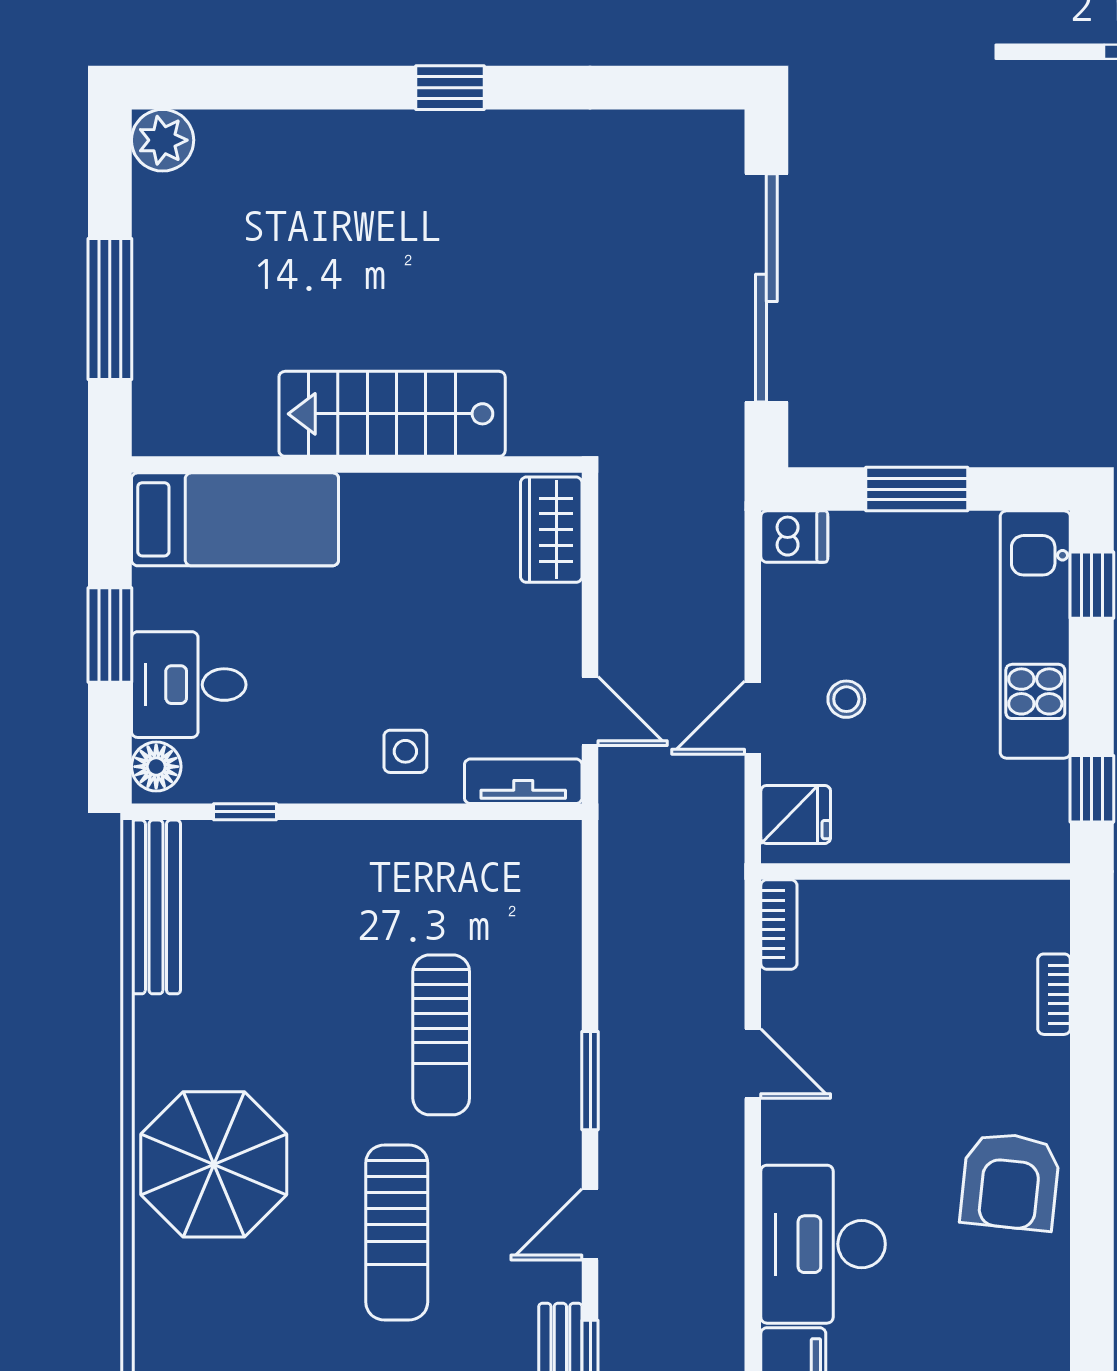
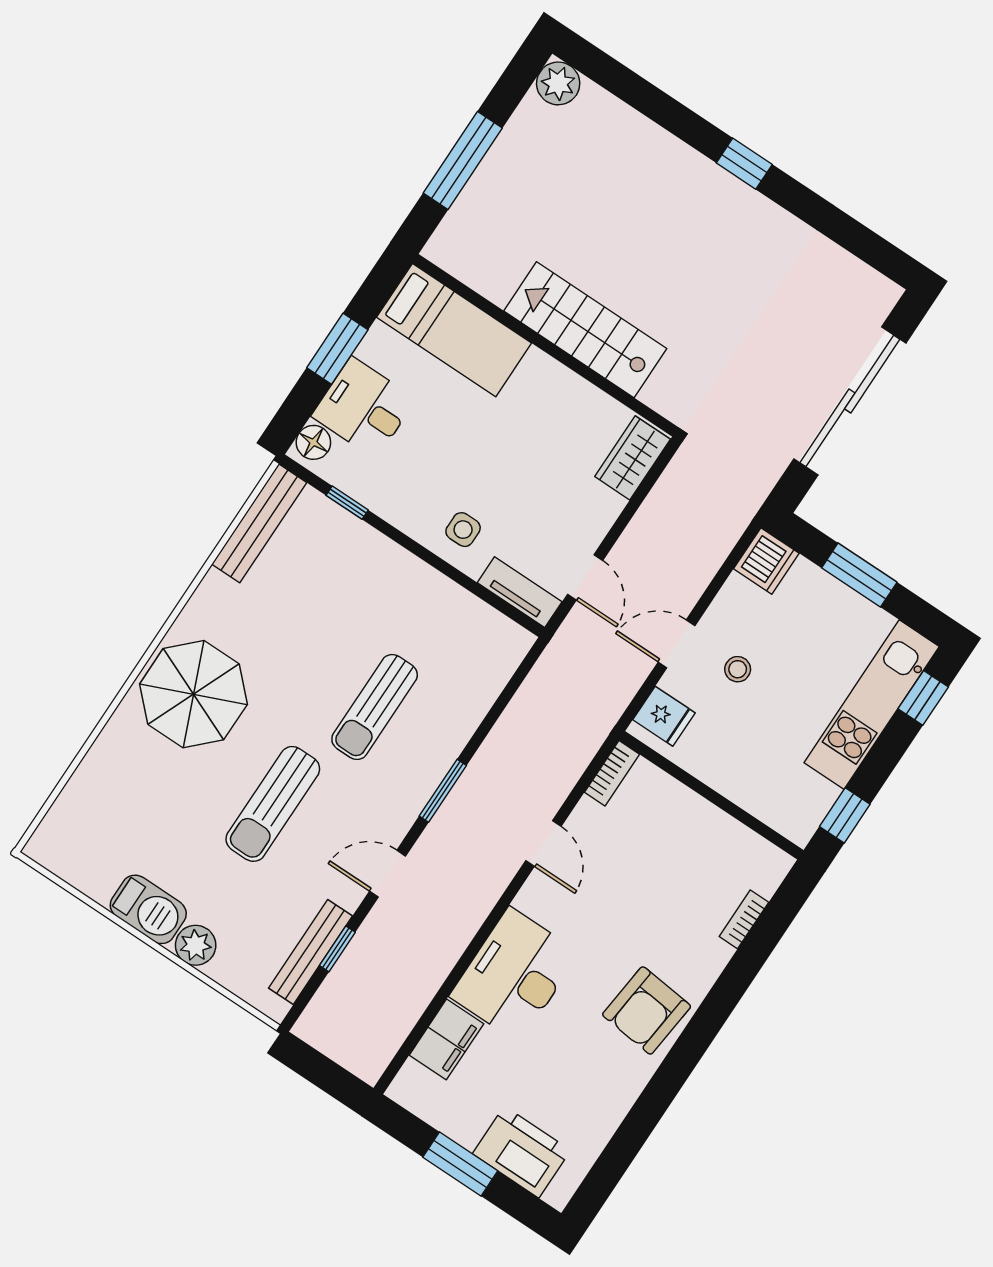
dishwasher: (794, 537) -> (766, 561), width x1.38

